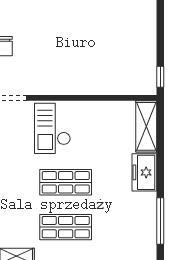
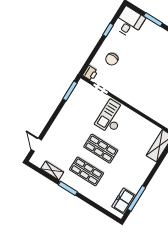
freezer: (144, 172) -> (124, 201), moved

